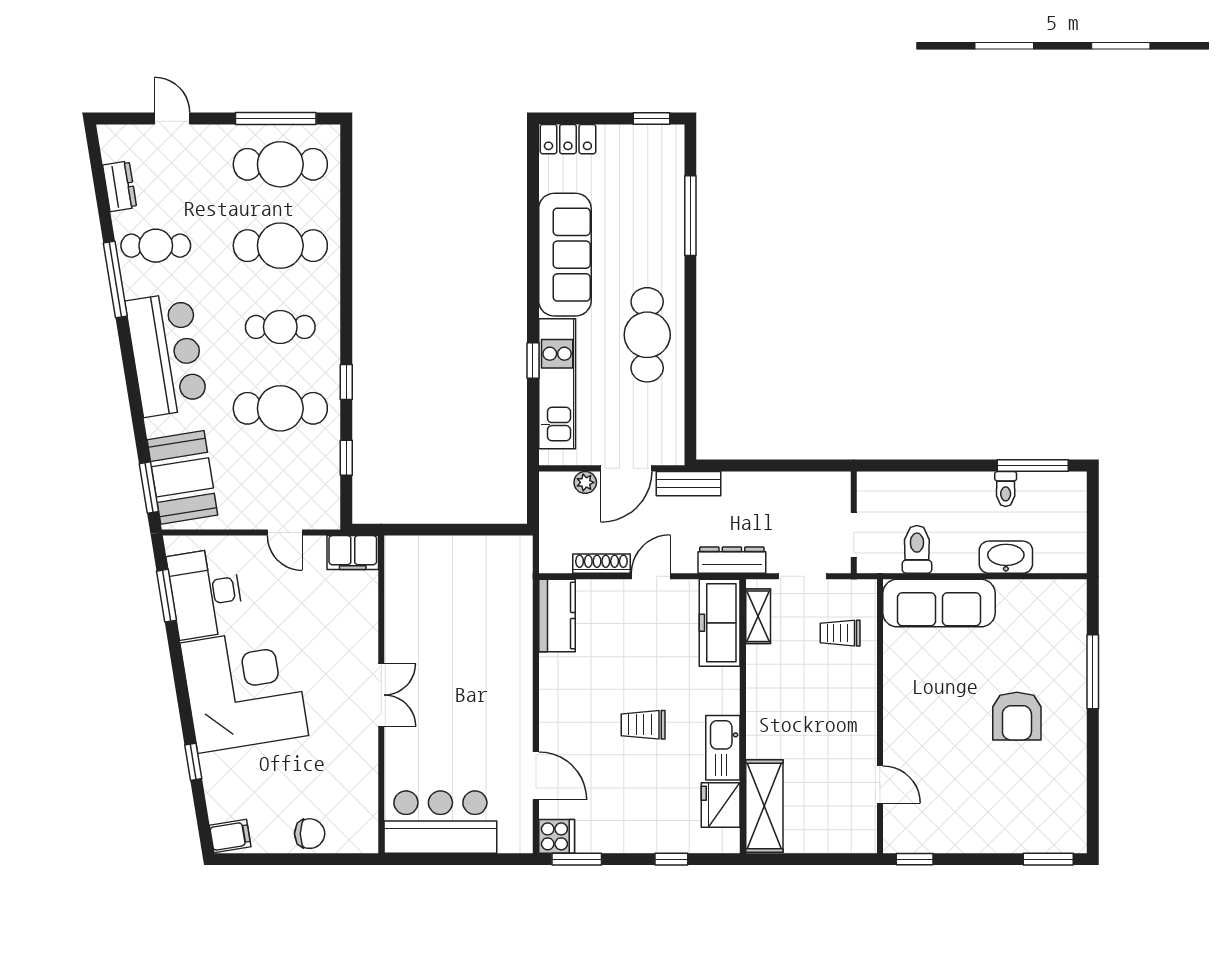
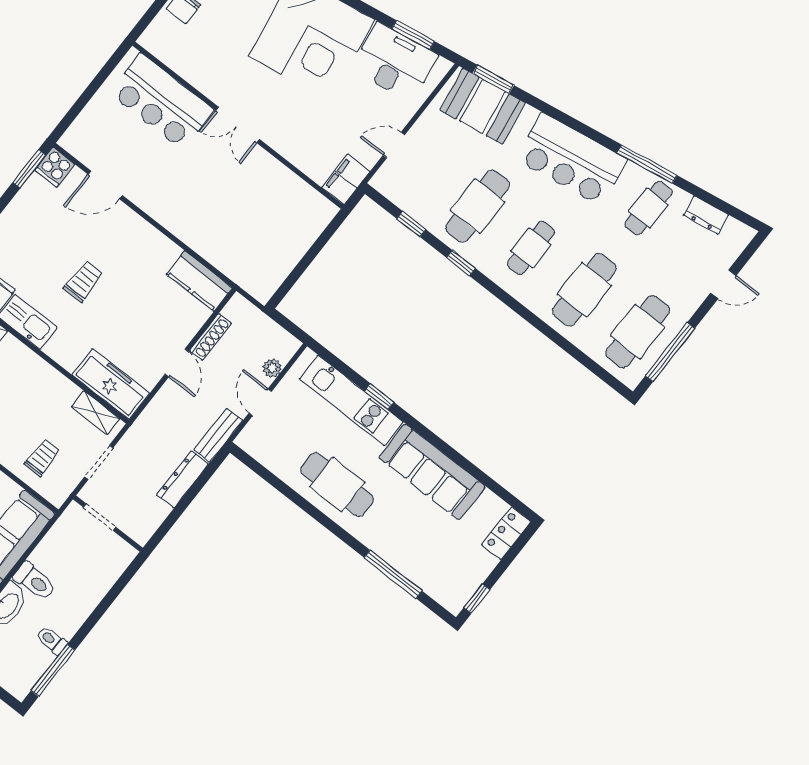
door: (626, 468) -> (260, 402), width x0.73
toilet: (917, 549) -> (34, 581), moved
dresser: (732, 560) -> (183, 479), moved, turned 180
bar counter: (440, 822) -> (162, 102), moved, turned 90

